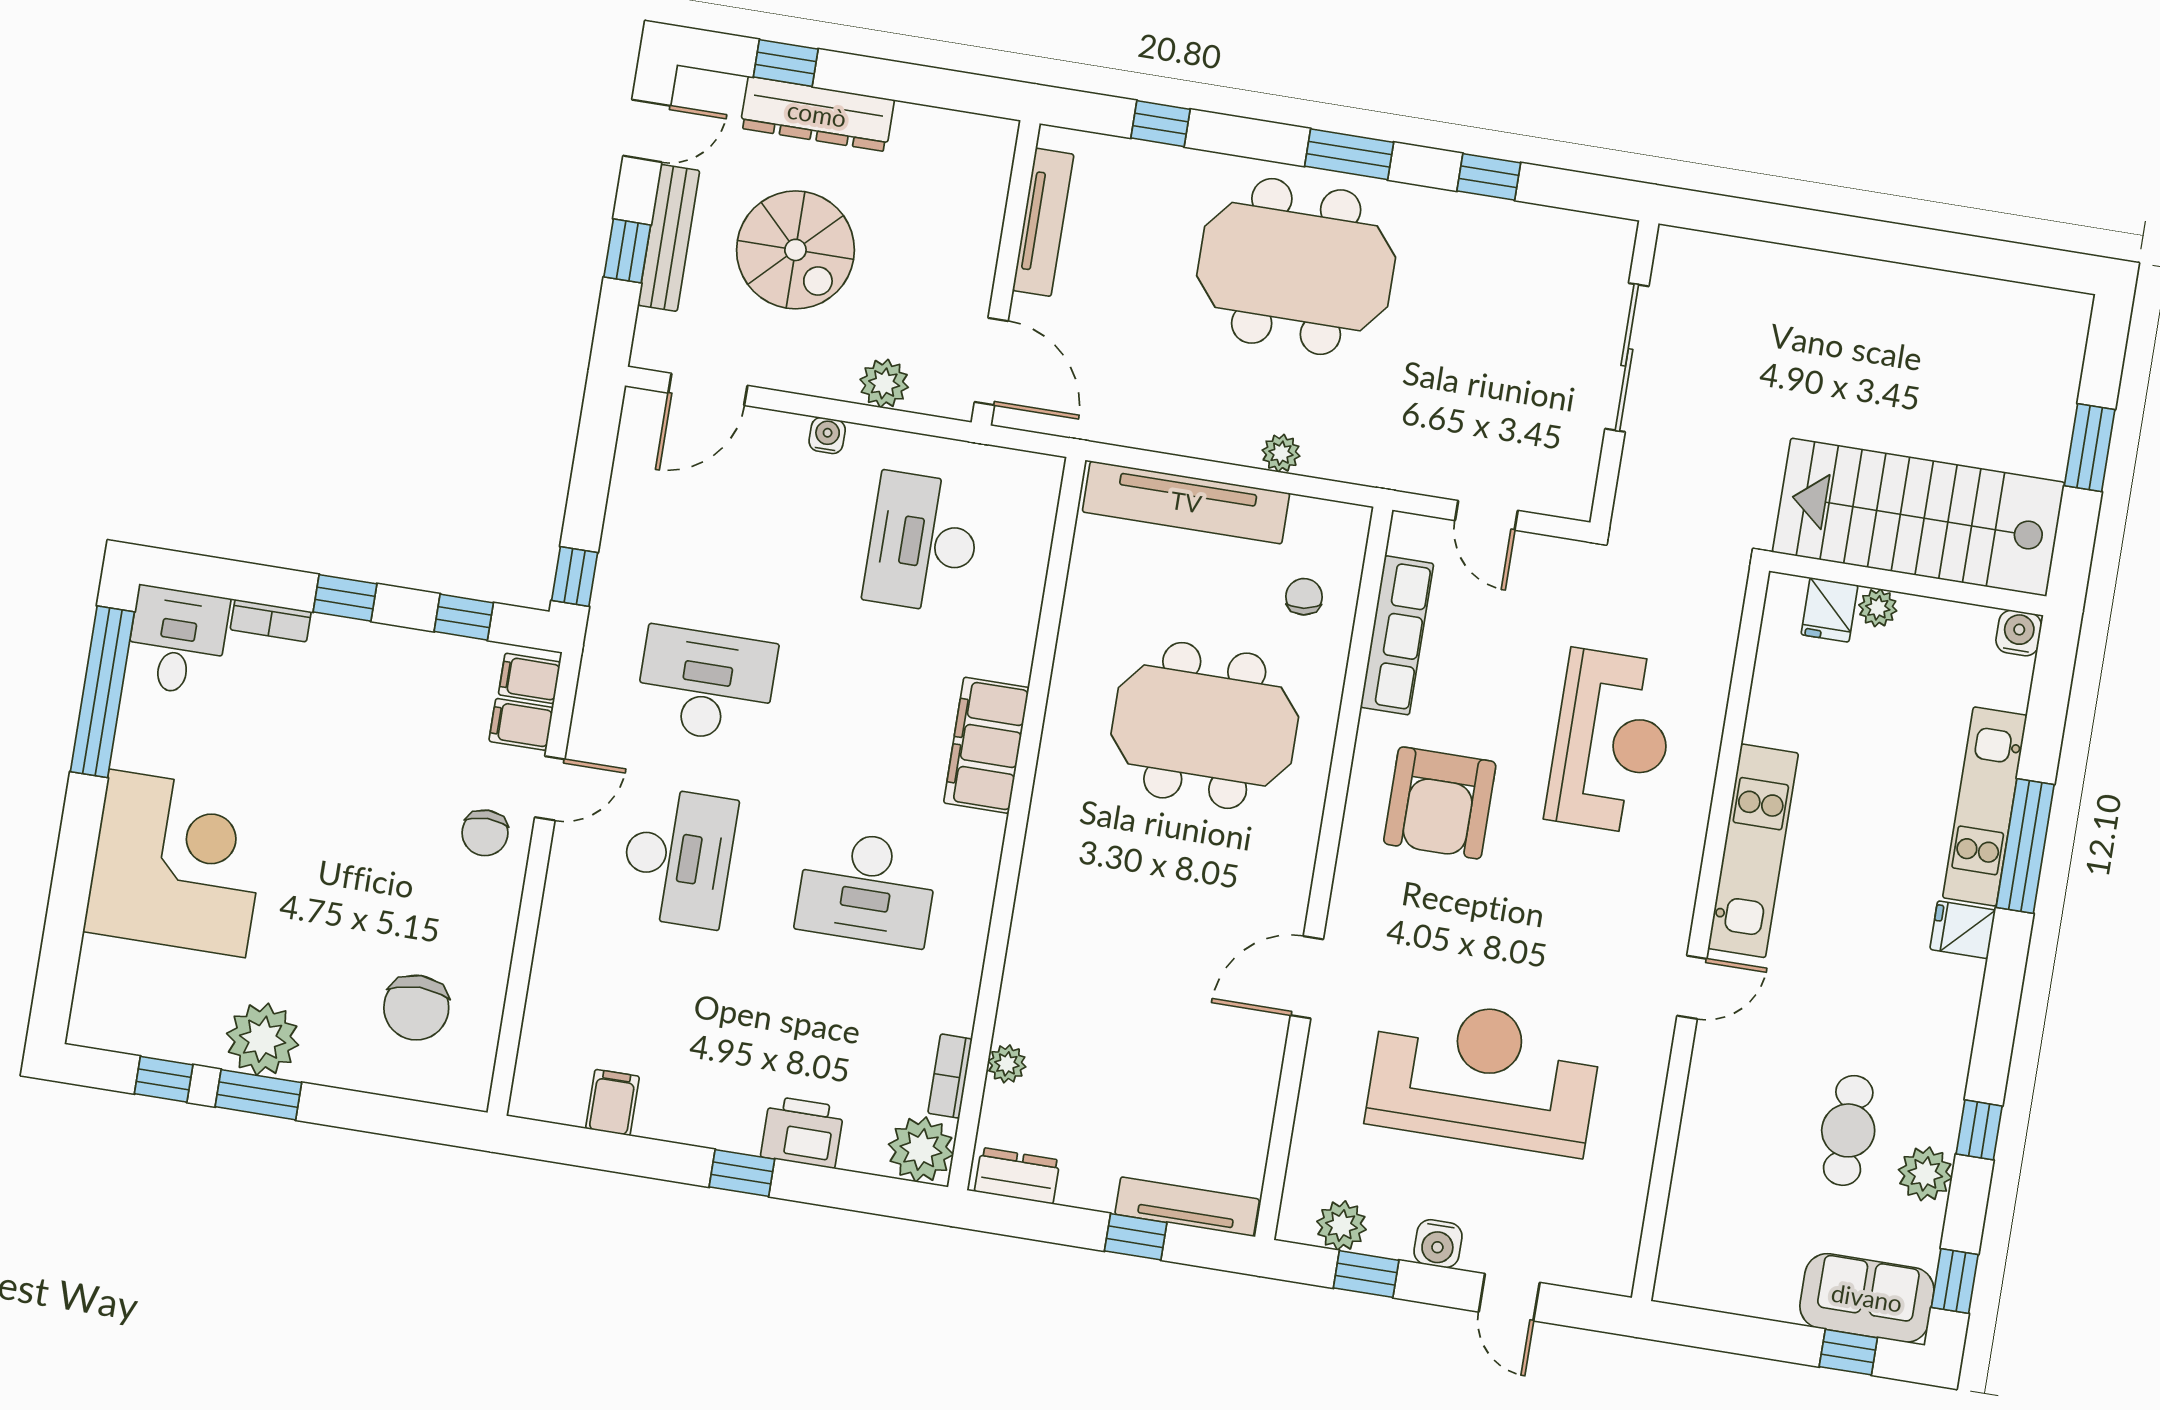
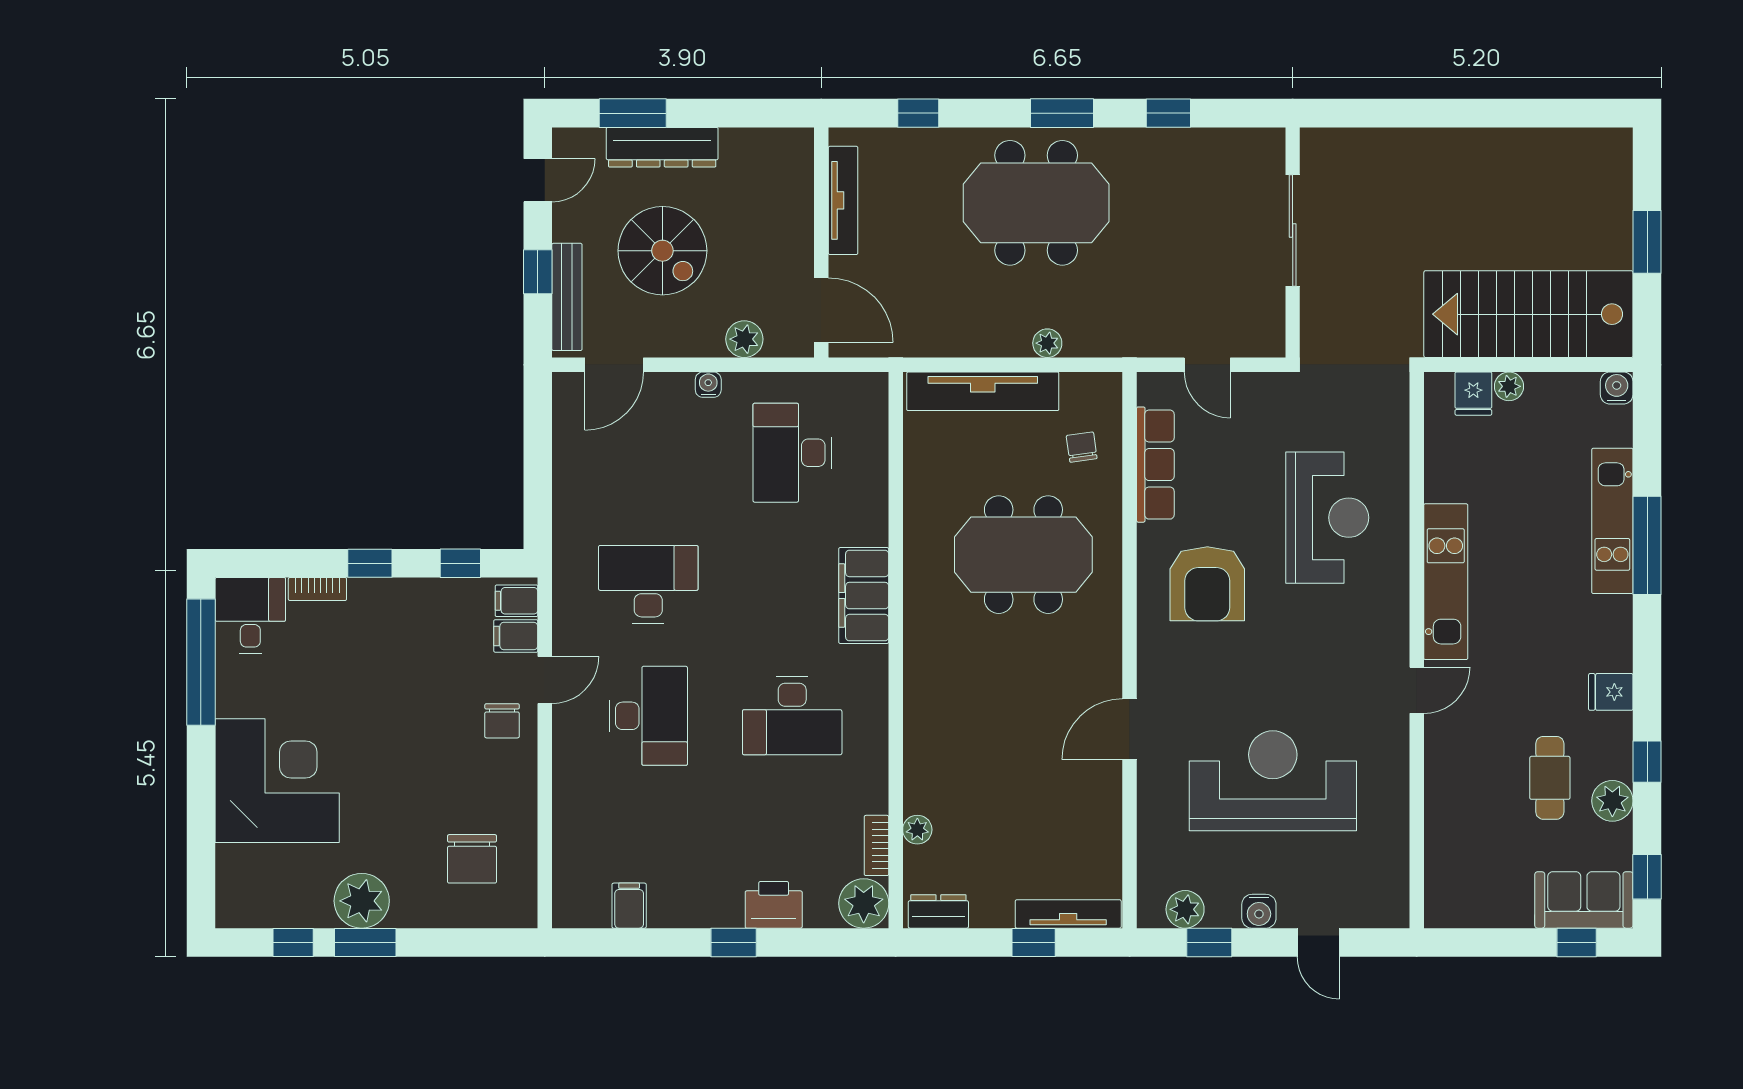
window: (786, 63) -> (633, 113), width x1.50
bench: (669, 238) -> (567, 297), moved
window: (575, 576) -> (538, 520), removed
fridge: (1963, 930) -> (1611, 692), moved

